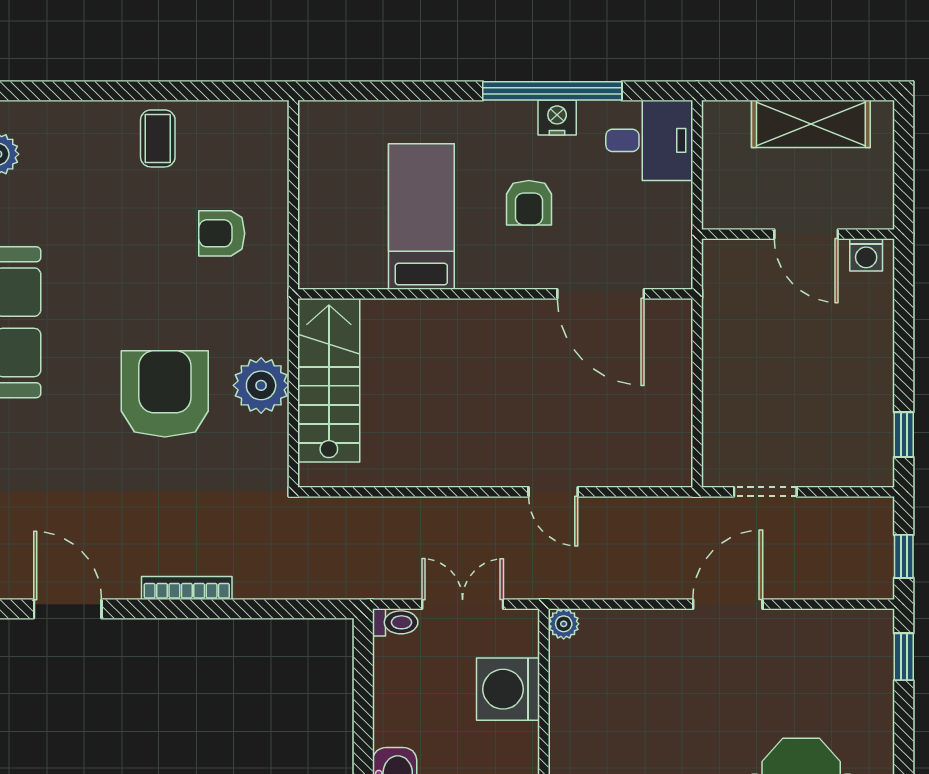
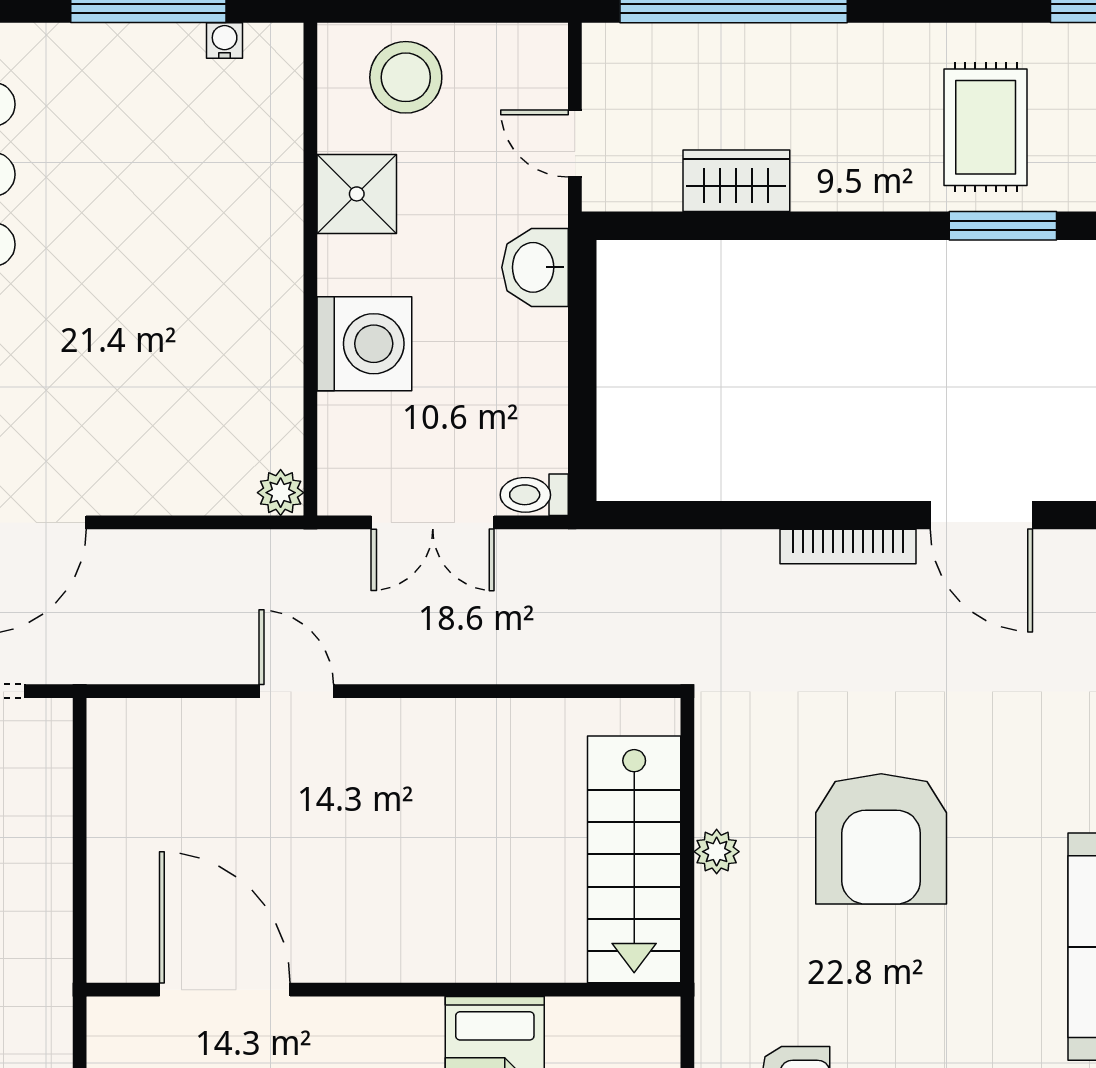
plant: (261, 385) -> (717, 852), width x0.53, depth x0.53
door: (68, 609) -> (981, 515), moved
washing machine: (508, 689) -> (364, 344), moved

